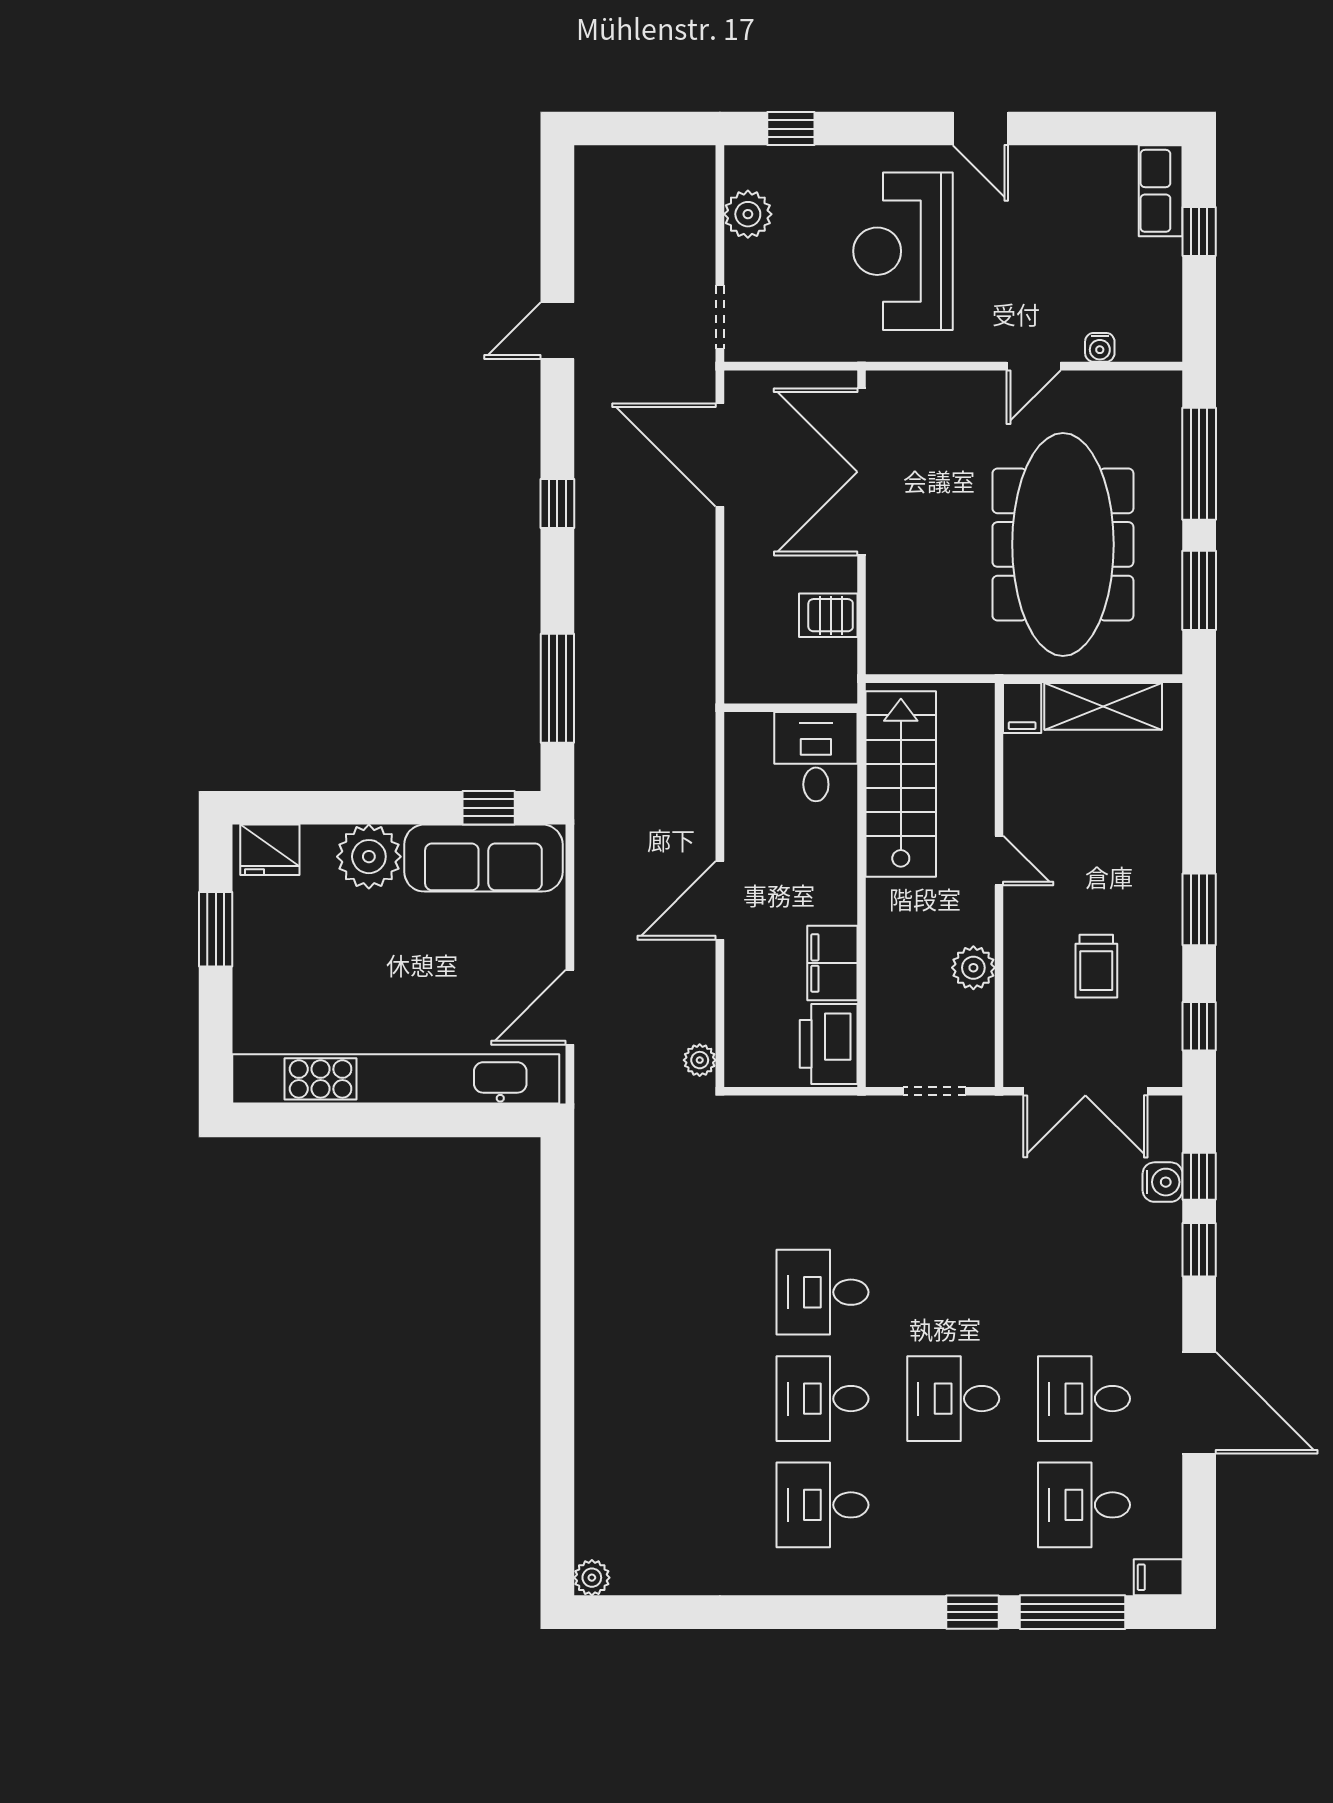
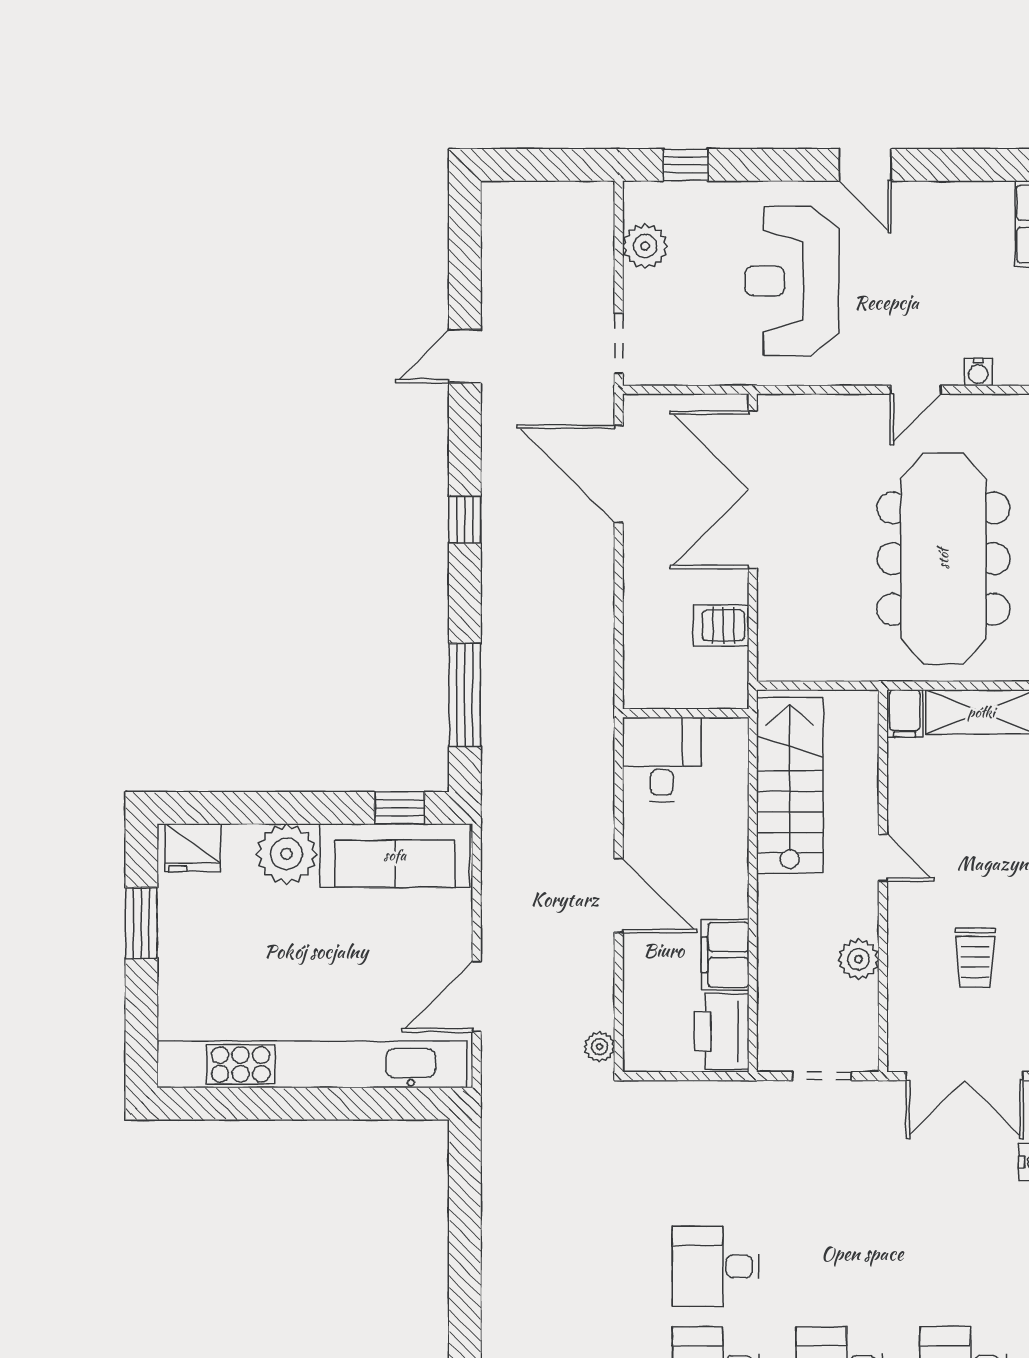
desk: (816, 757) -> (662, 759), moved
door: (720, 900) -> (619, 896), swing flipped

